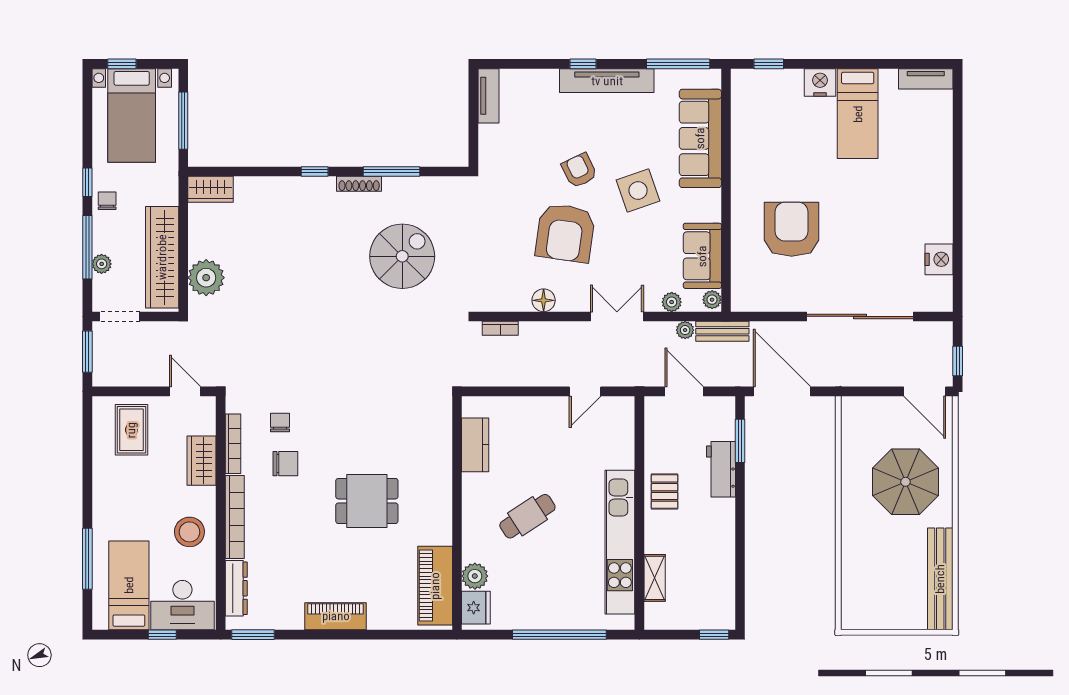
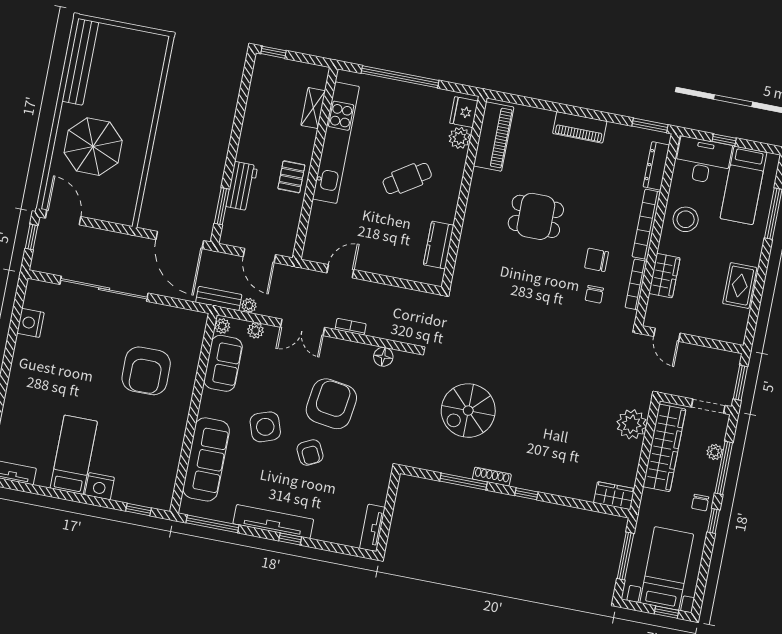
floor lamp: (544, 300) -> (383, 357), moved
bookcase: (500, 328) -> (351, 327), moved
rug: (131, 430) -> (740, 286), moved

